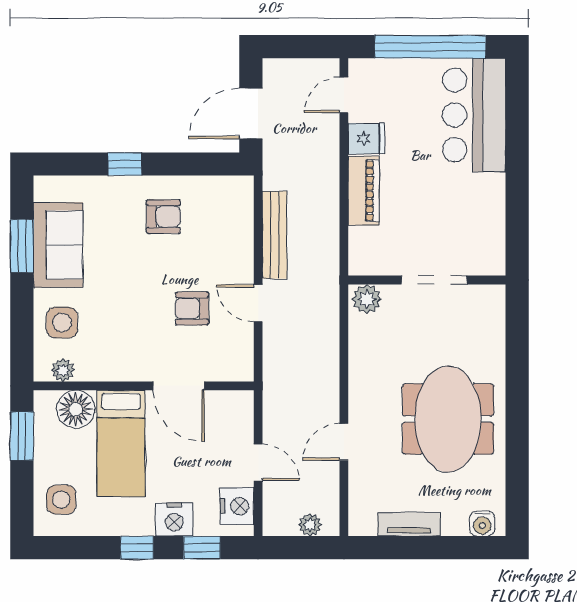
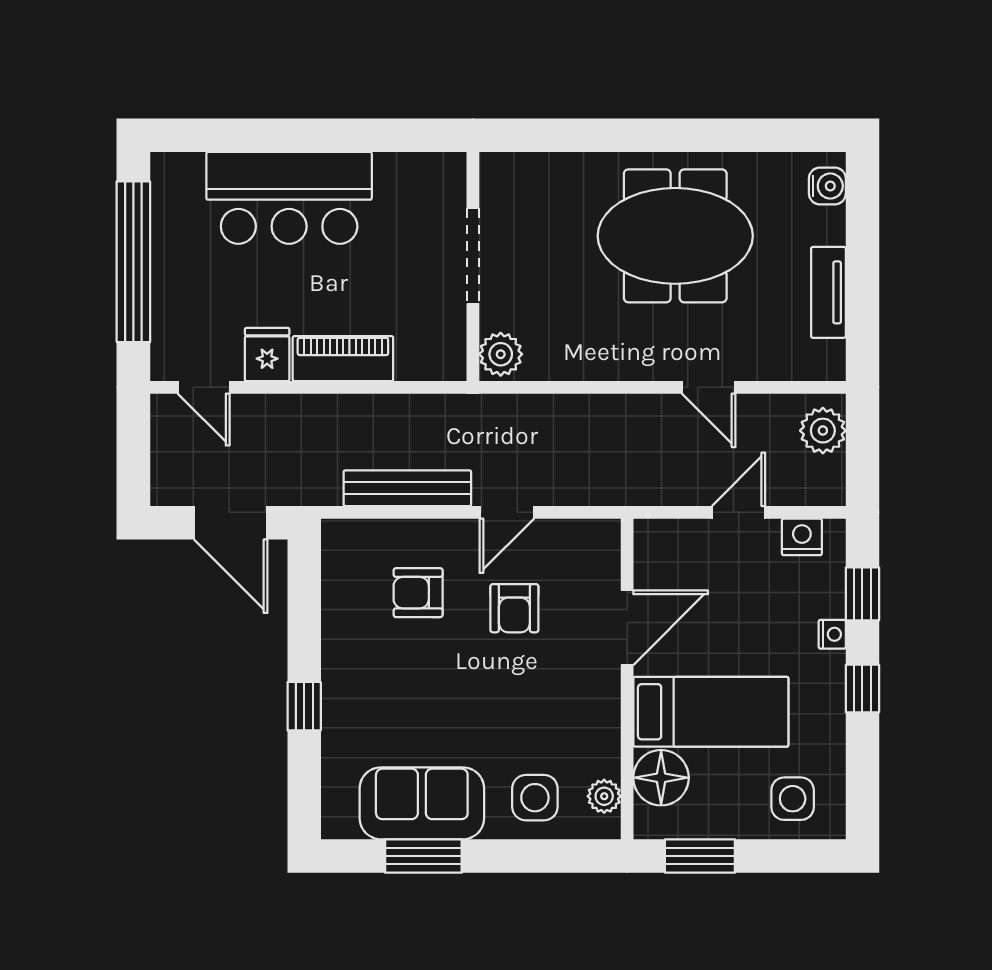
bar counter: (474, 115) -> (289, 198), moved
armchair: (163, 217) -> (418, 593), moved, turned -90
nightstand: (237, 506) -> (802, 537), width x0.74, depth x0.75
nightstand: (174, 519) -> (832, 634), width x0.53, depth x0.56
plant: (310, 525) -> (823, 431), width x1.38, depth x1.38

